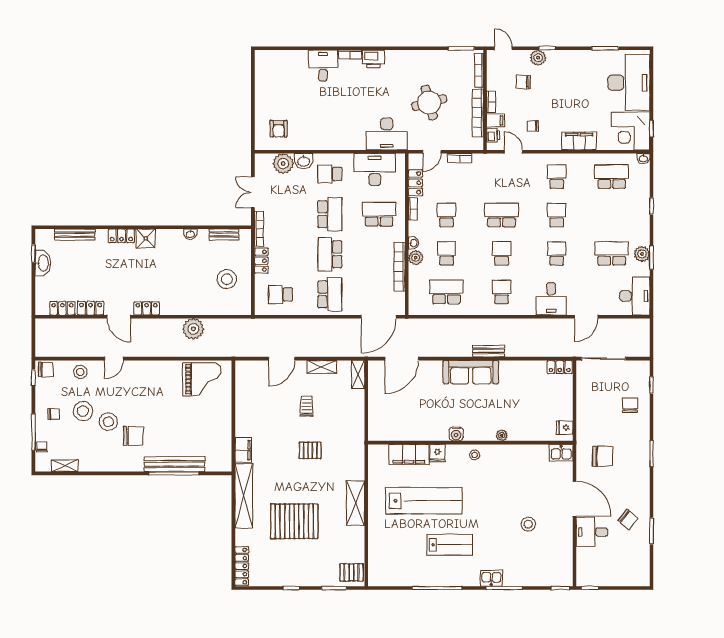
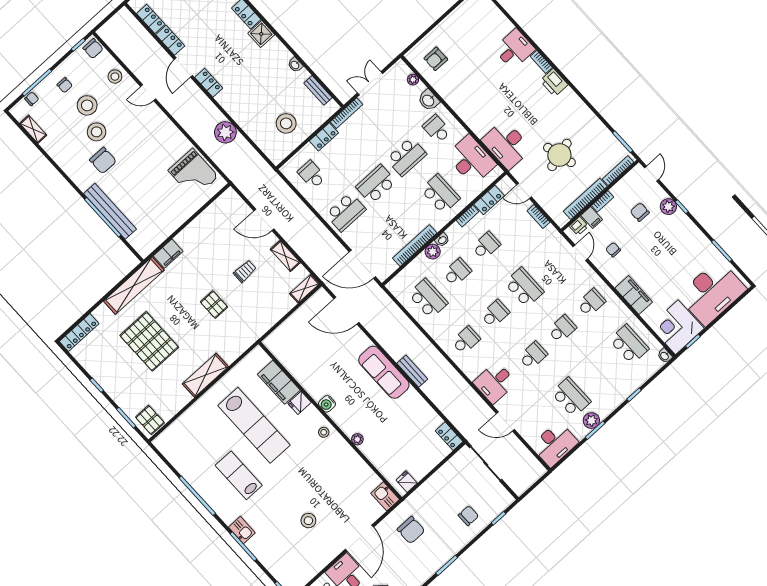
plant: (283, 163) -> (413, 80), width x0.53, depth x0.53
lab bench: (450, 545) -> (239, 475), turned 180

